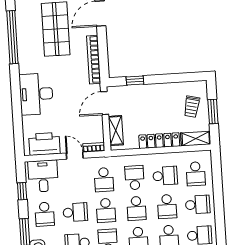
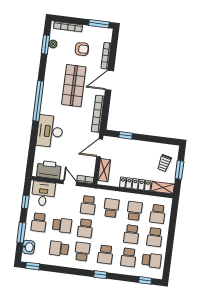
window: (12, 37) -> (38, 101), moved
school desk: (165, 176) -> (134, 211), turned -90
school desk: (198, 205) -> (155, 237), turned 90
school desk: (136, 208) -> (108, 231), removed

